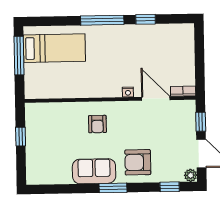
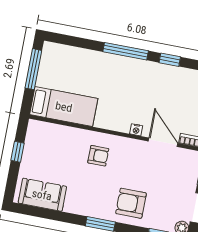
bed: (54, 48) -> (64, 107), moved
armchair: (97, 124) -> (98, 156), turned -90
sofa: (94, 171) -> (42, 195), moved

